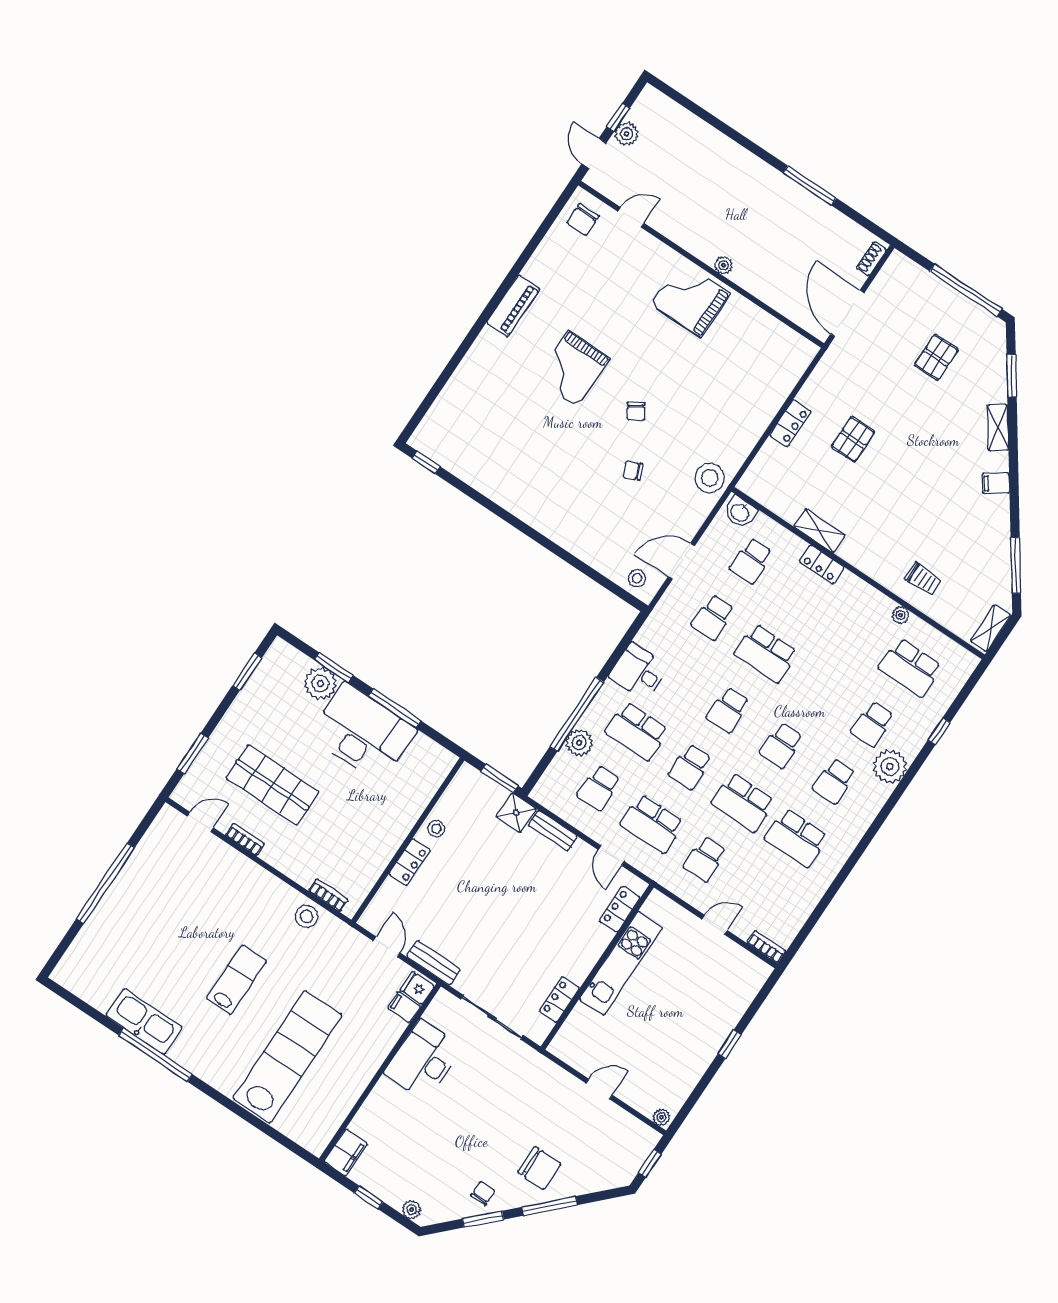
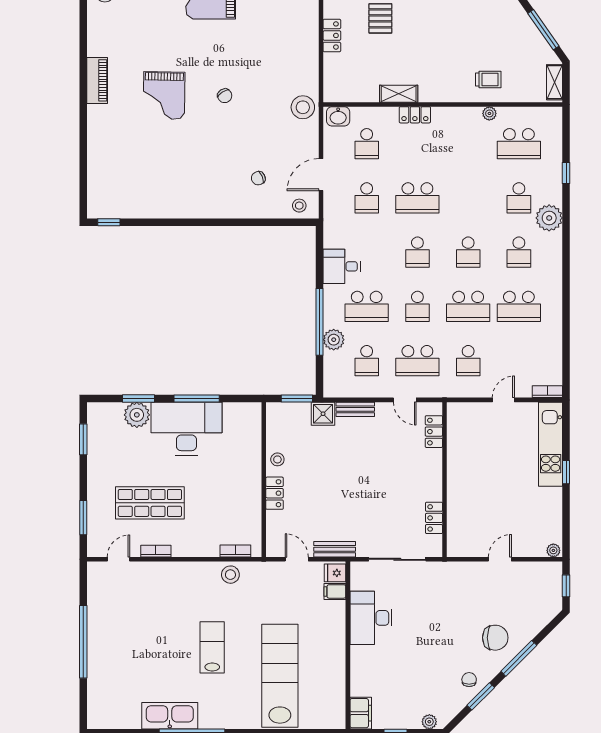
chair: (633, 471) -> (258, 178), moved
kitchen unit: (621, 963) -> (551, 444), moved, turned 180

